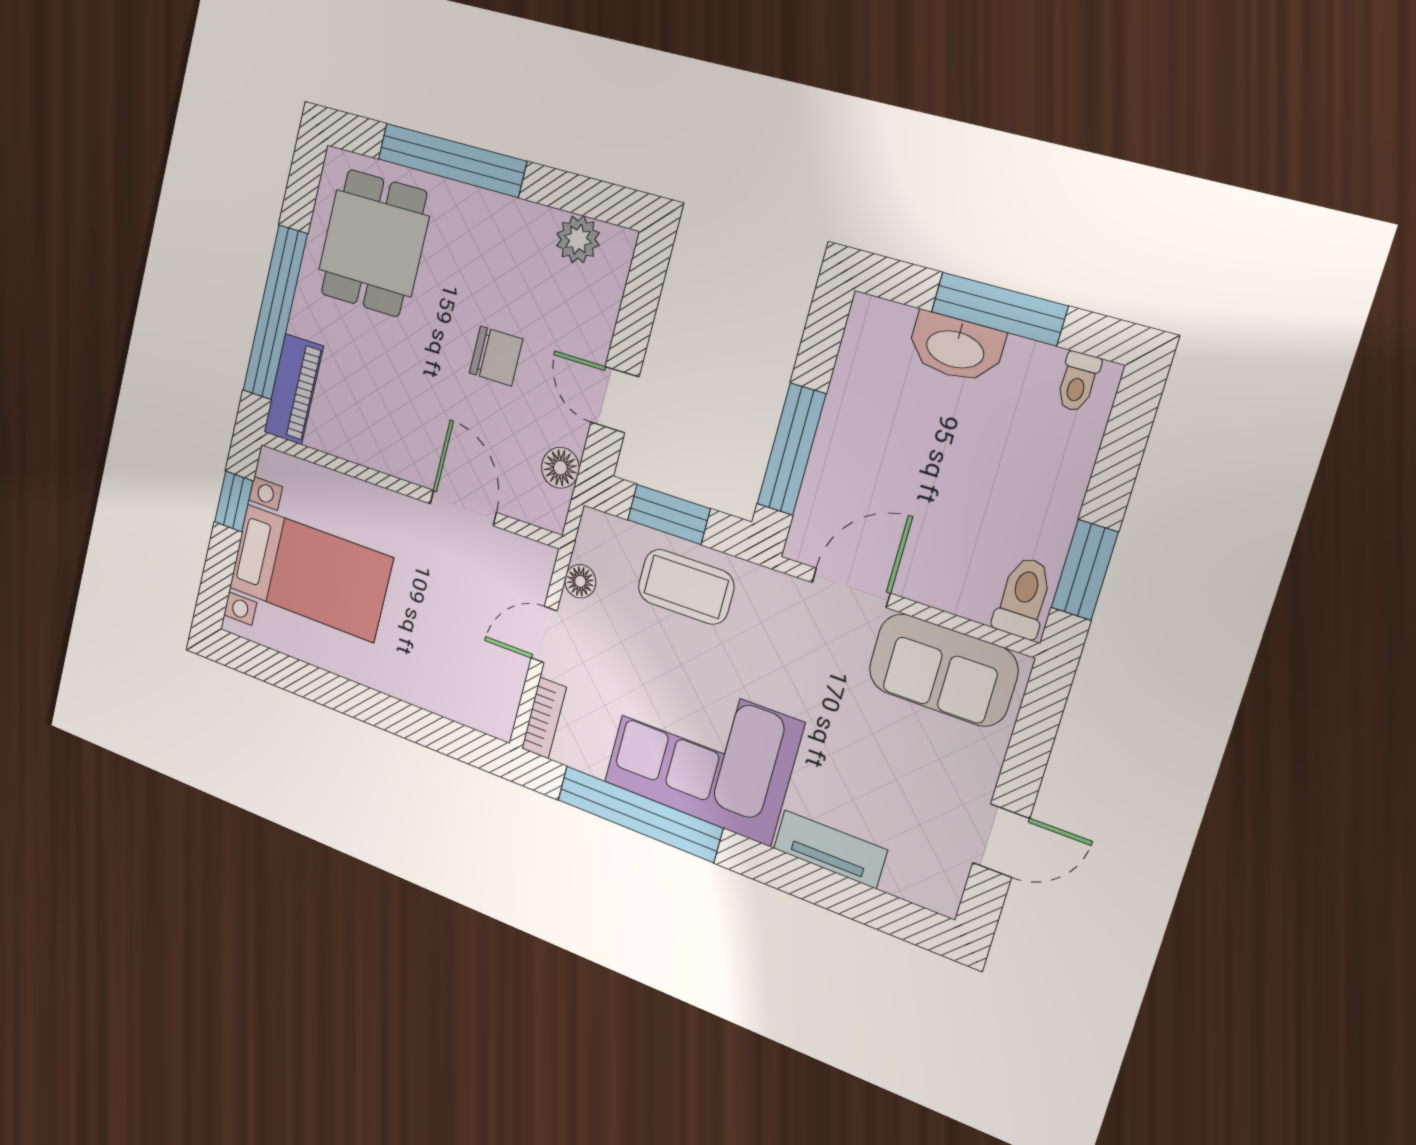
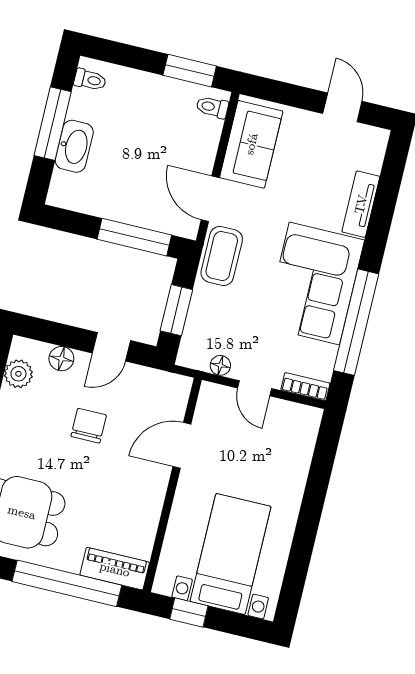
floor lamp: (560, 468) -> (61, 359), moved
coffee table: (686, 587) -> (222, 256), moved
toilet: (1023, 597) -> (212, 107), width x0.73, depth x0.72

